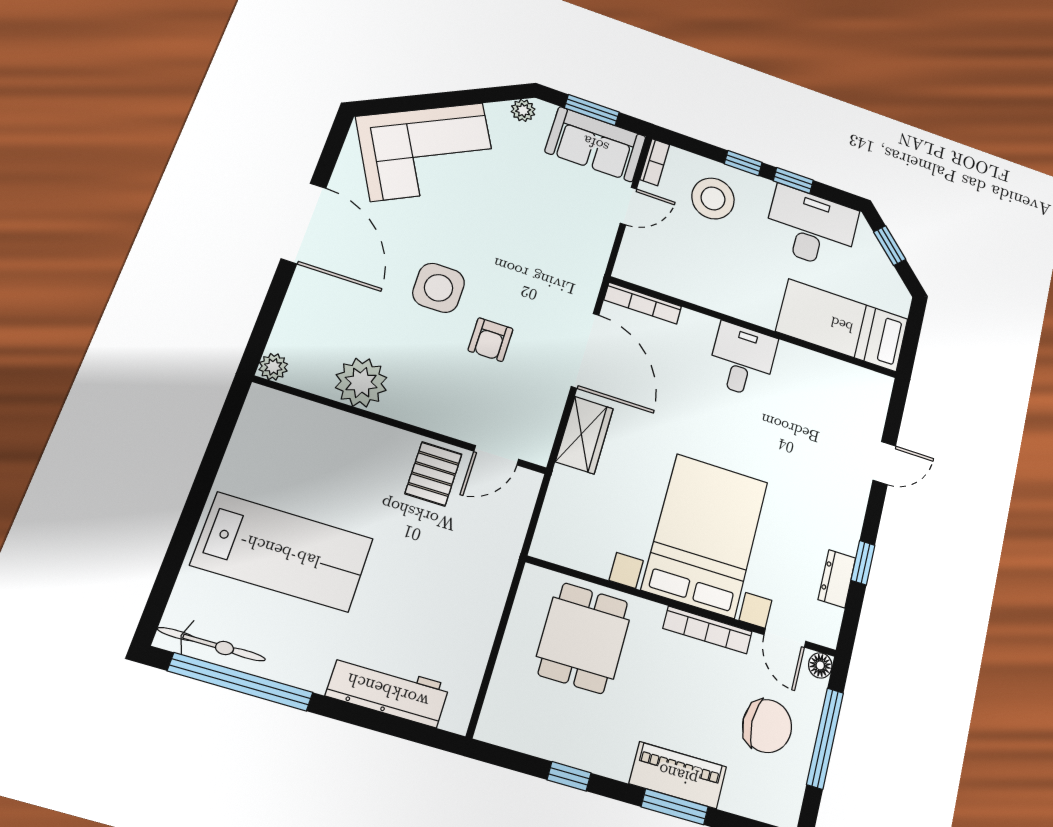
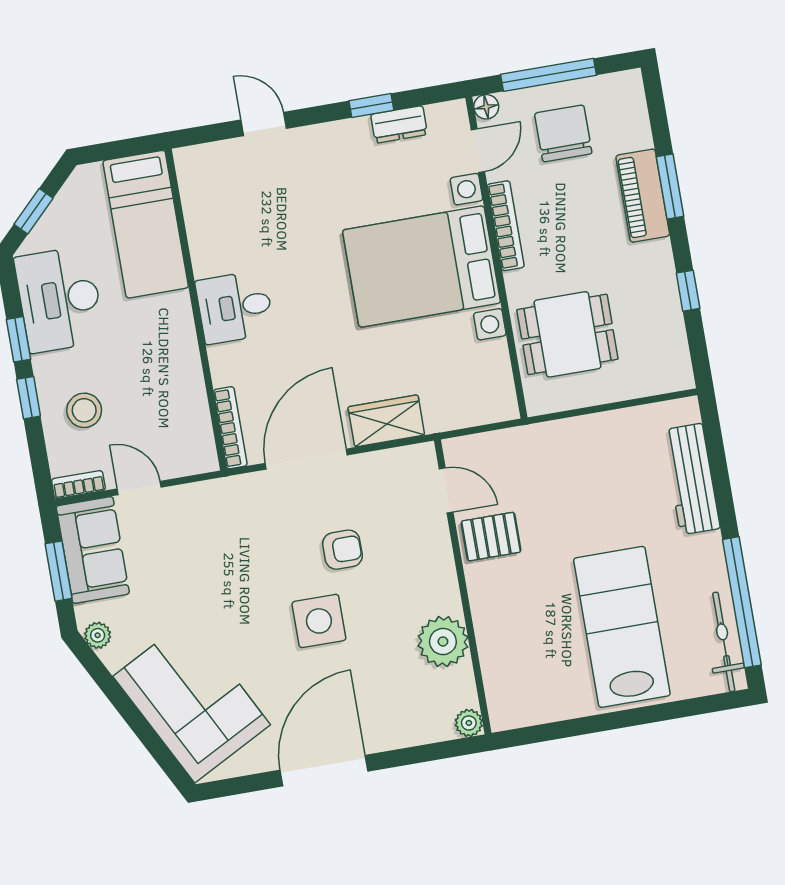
stool: (713, 198) -> (84, 410), width x0.73, depth x0.73

